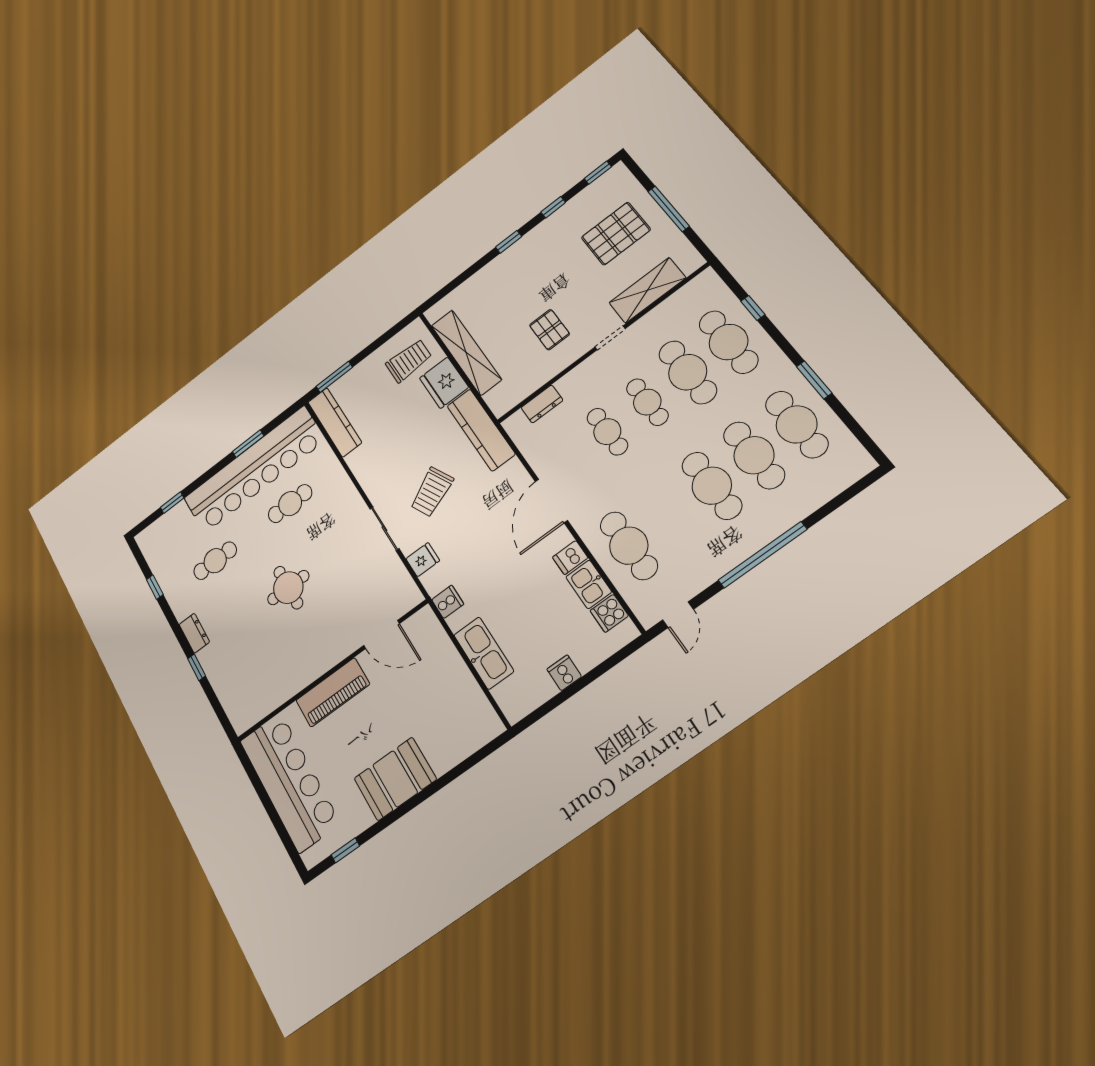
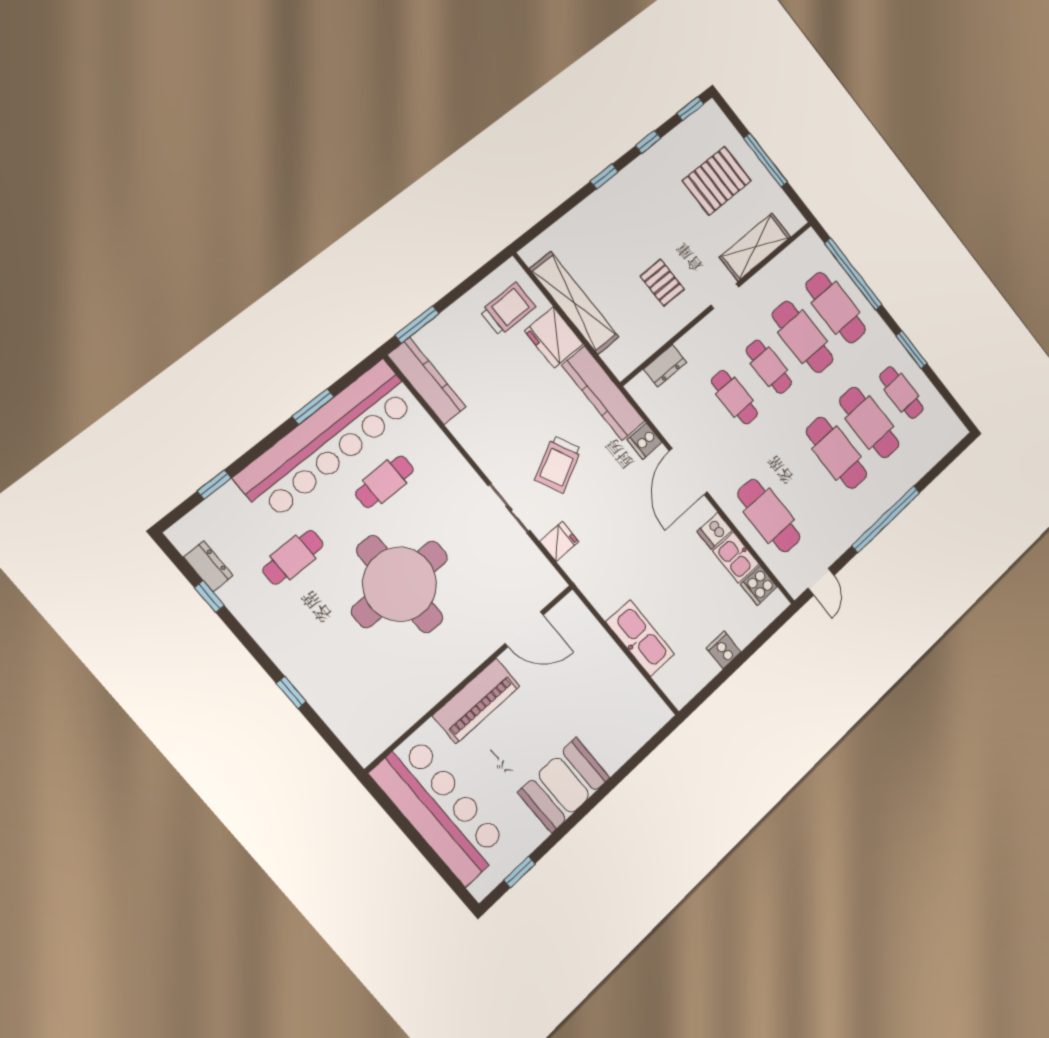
window: (753, 308) -> (853, 274), width x3.17
cafe table: (797, 424) -> (901, 393), width x0.73, depth x0.74
round table: (288, 588) -> (400, 584), width x1.86, depth x1.86
cooker: (448, 602) -> (645, 441), moved, turned 180
dresser: (194, 633) -> (208, 566), moved

